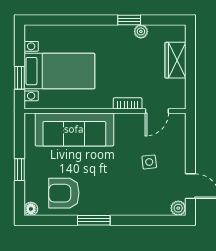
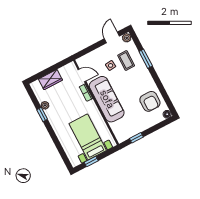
window: (19, 78) -> (91, 161), moved
sofa: (74, 129) -> (107, 99), moved
window: (19, 170) -> (136, 138), moved
coffee table: (144, 189) -> (126, 61), added
window: (94, 220) -> (146, 59), moved

